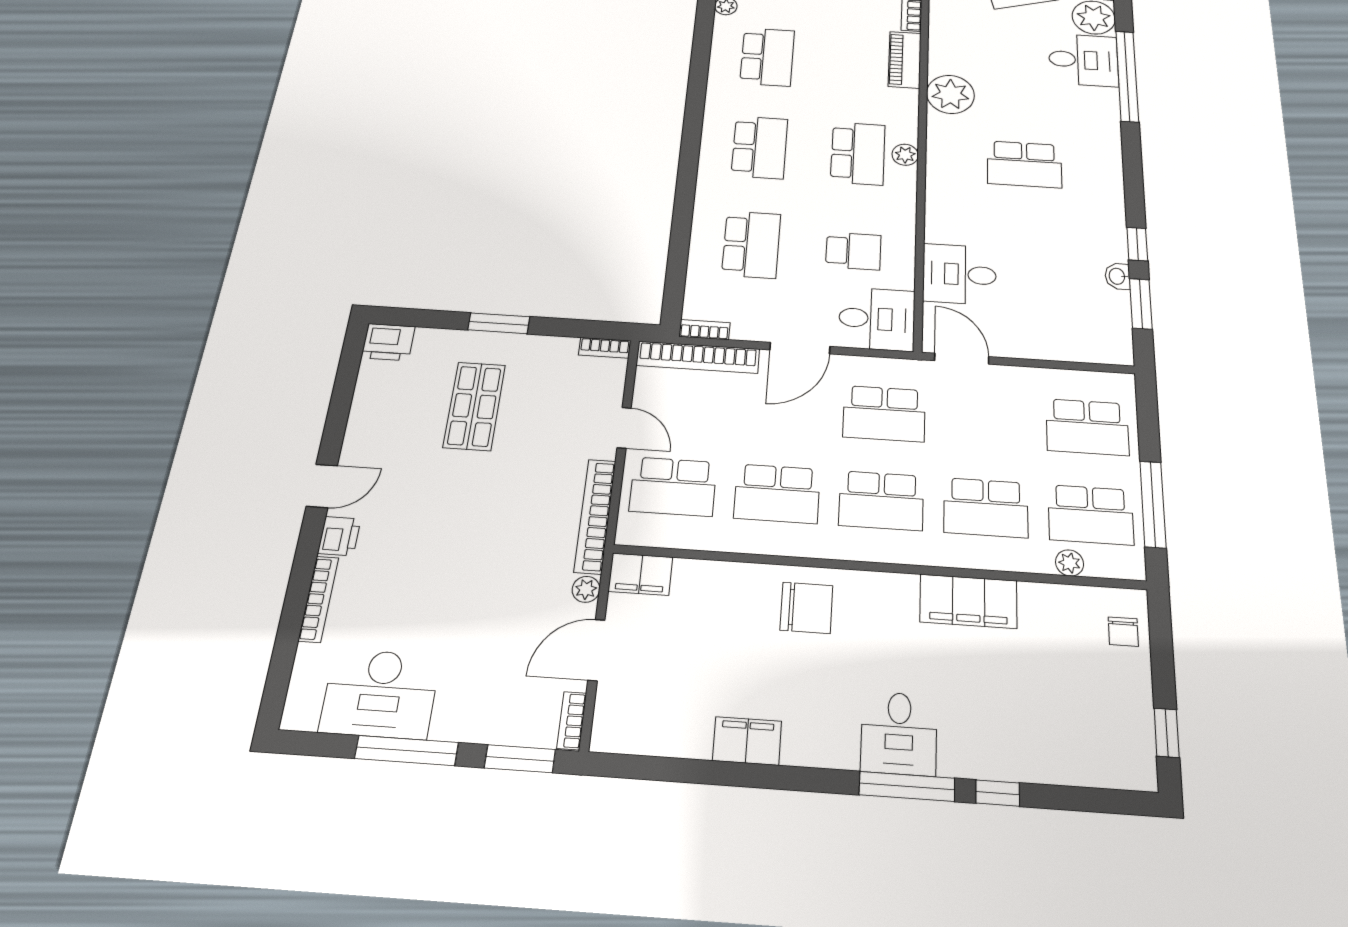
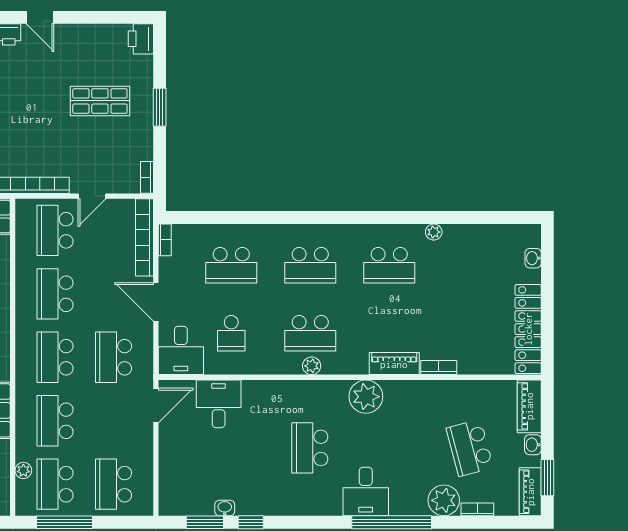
desk: (1083, 60) -> (366, 492), moved

